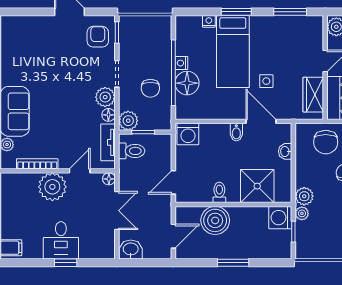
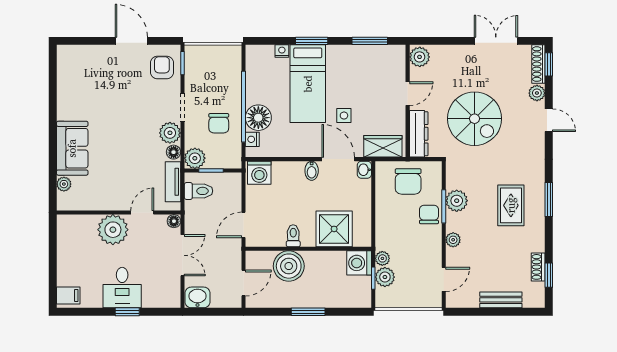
nightstand: (181, 63) -> (252, 139), moved
wardrobe: (313, 95) -> (383, 146), moved, turned 90
washbasin: (285, 151) -> (364, 170), moved
bookcase: (37, 164) -> (97, 205), removed
plant: (304, 196) -> (385, 277), moved

